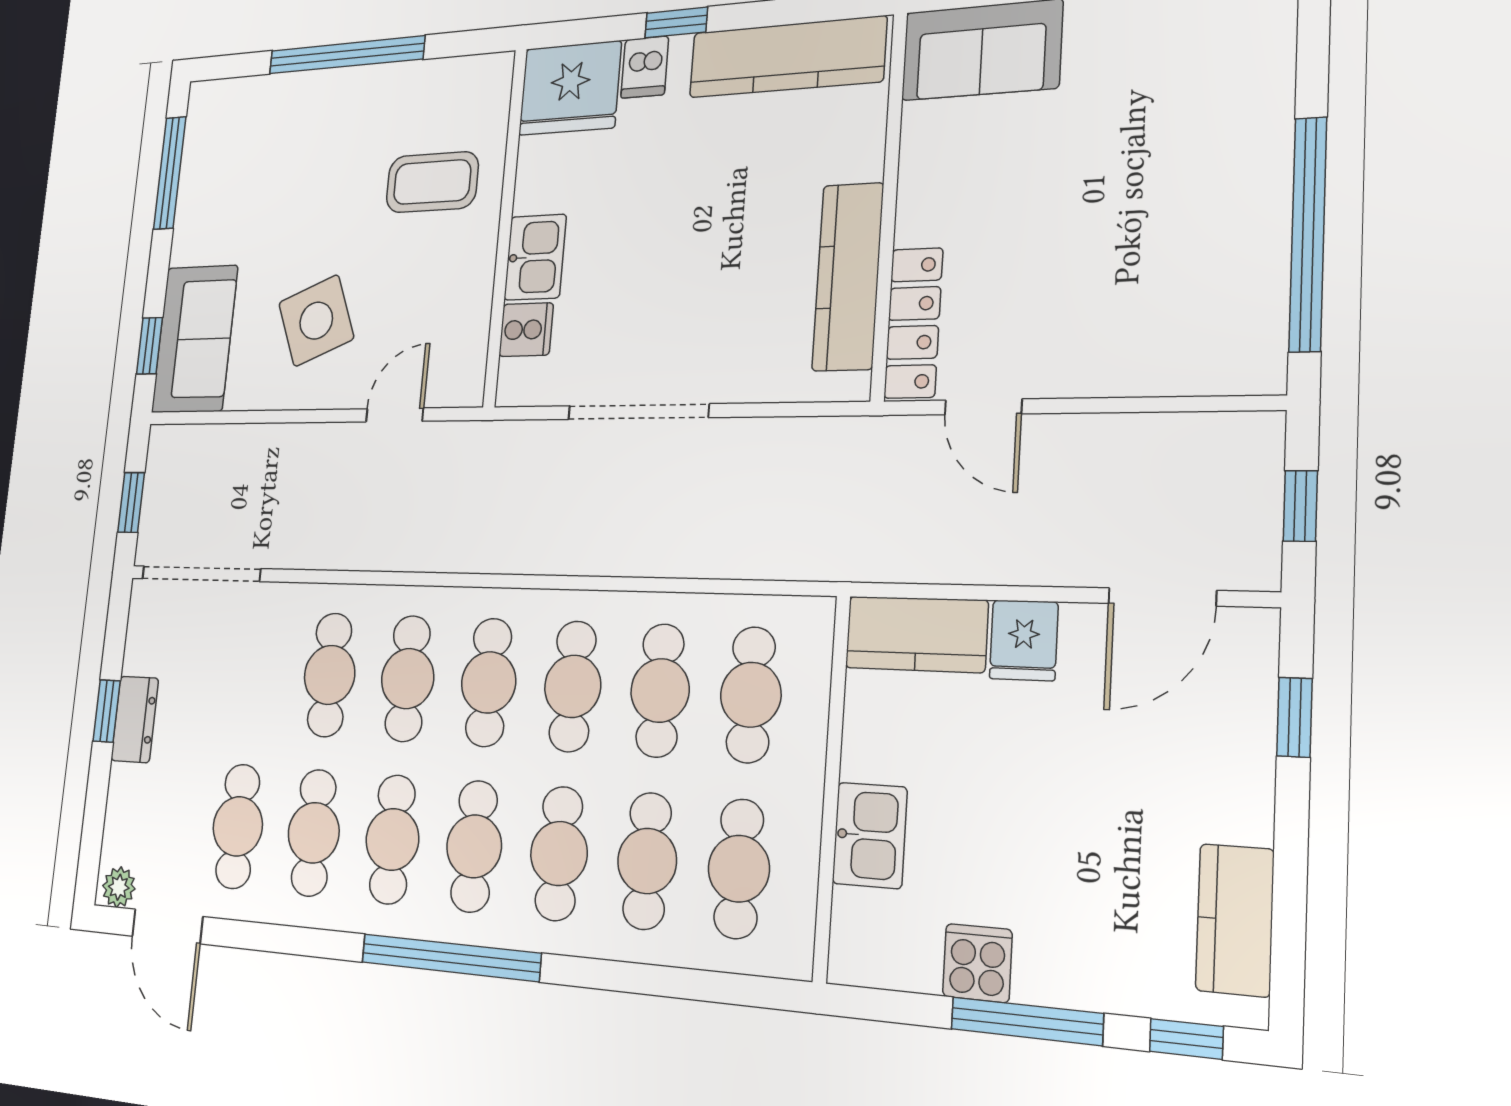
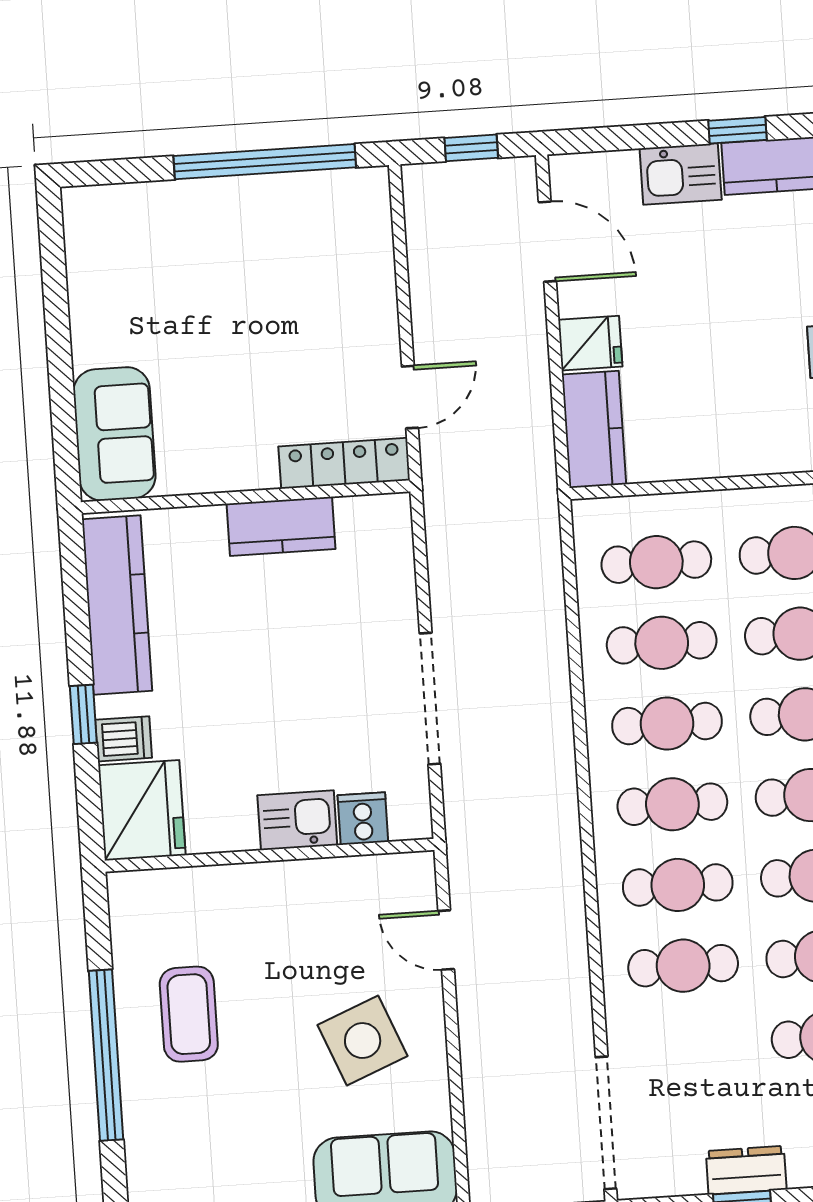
coffee table: (432, 182) -> (189, 1014), moved
kitchen counter: (848, 277) -> (281, 526), width x0.67
window: (1294, 717) -> (737, 130), moved
kitchen sink: (870, 835) -> (681, 174), moved, turned 180

